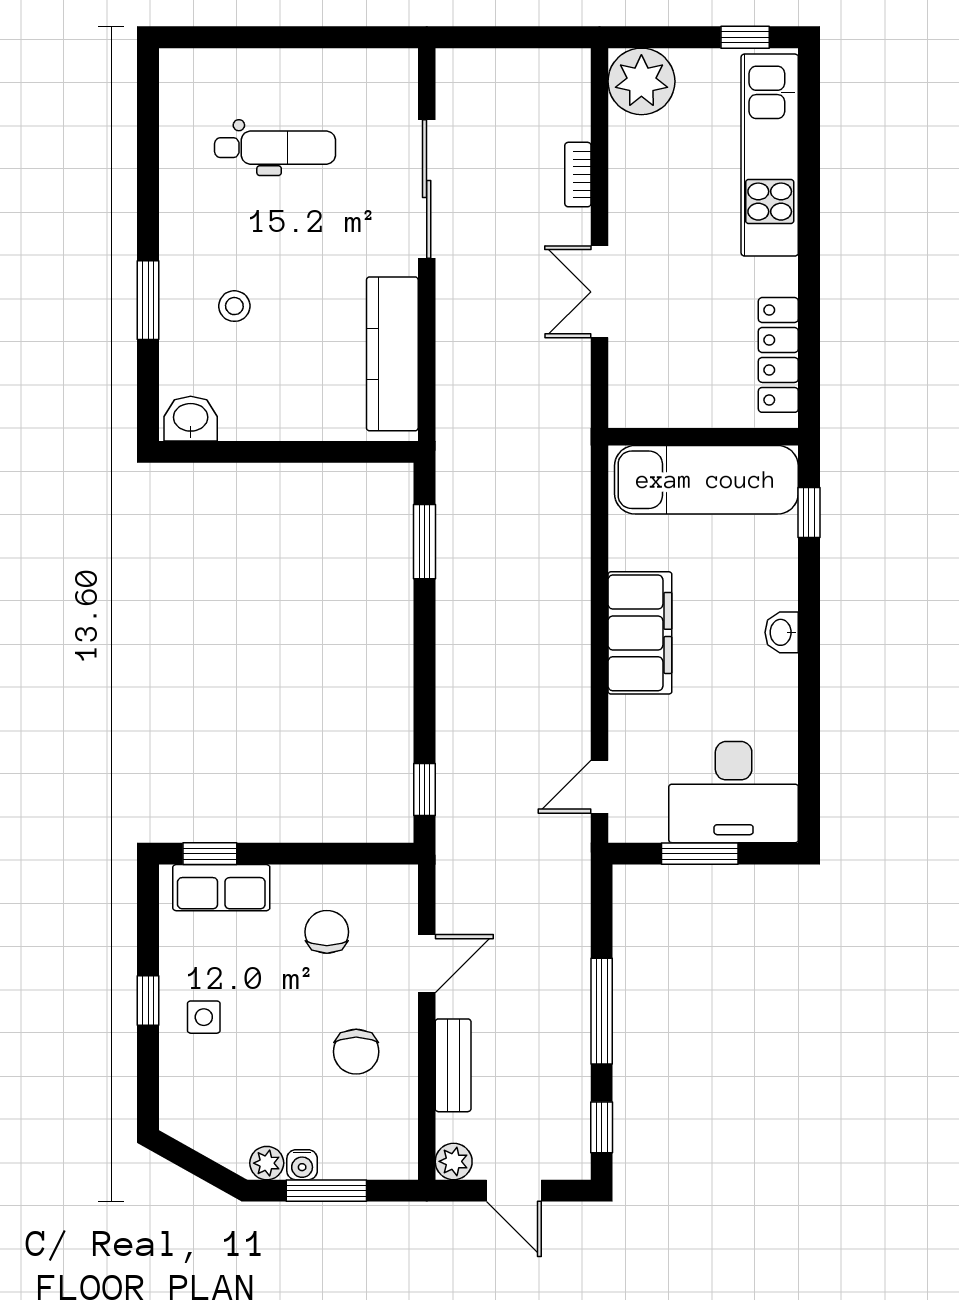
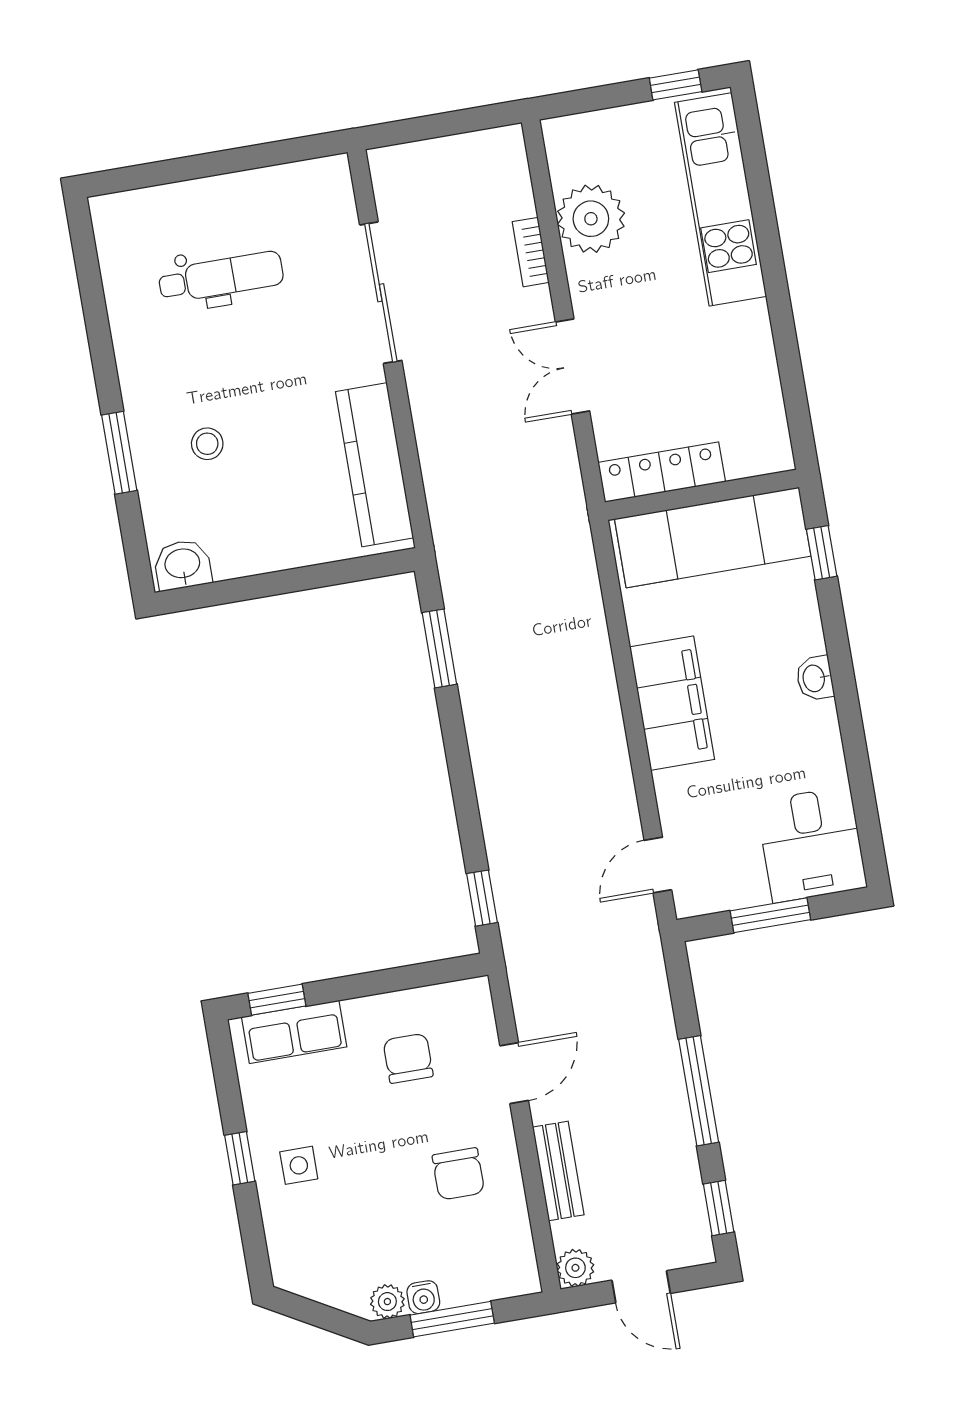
plant: (641, 81) -> (591, 219), moved
locker: (778, 355) -> (662, 472), moved, turned 90
desk: (734, 792) -> (812, 844), width x0.73

